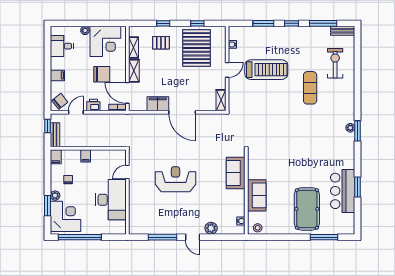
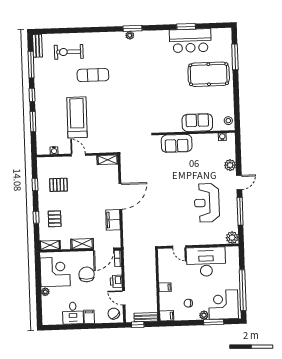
desk: (62, 46) -> (73, 313), moved
shelving: (134, 48) -> (50, 245), moved
pallet: (196, 48) -> (59, 185), width x0.49, depth x0.50
reception desk: (175, 179) -> (207, 203), moved
plant: (135, 228) -> (232, 238), added

